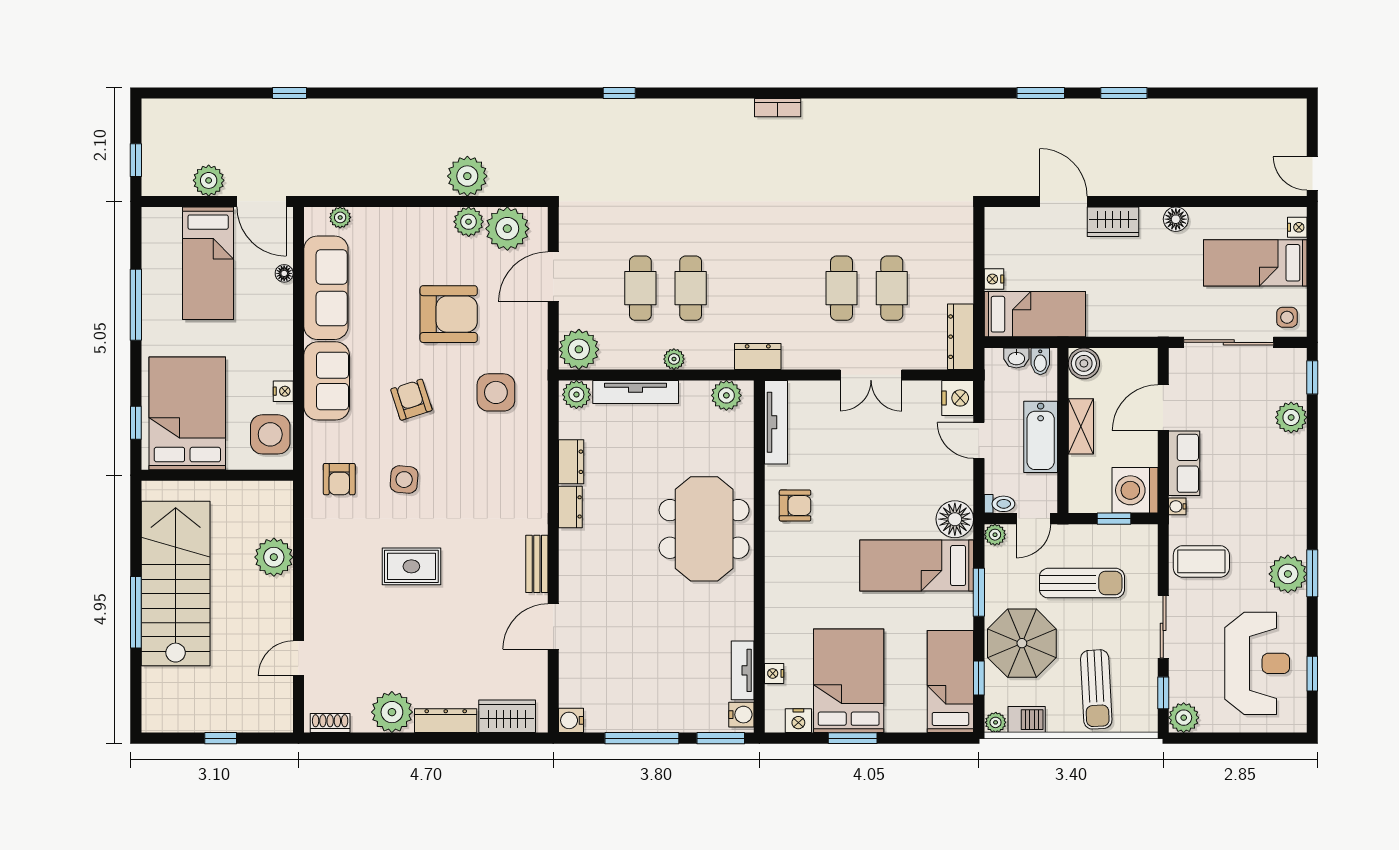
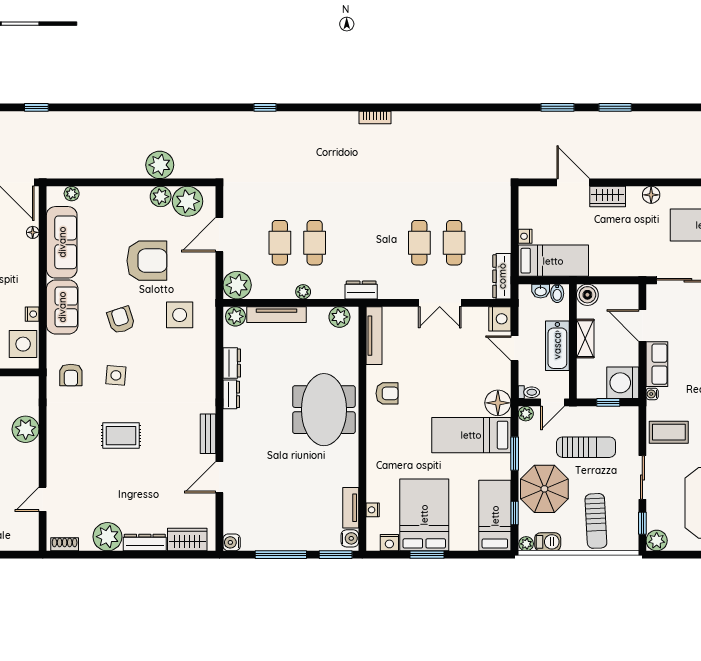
door: (1163, 408) -> (642, 326), hinge flipped

